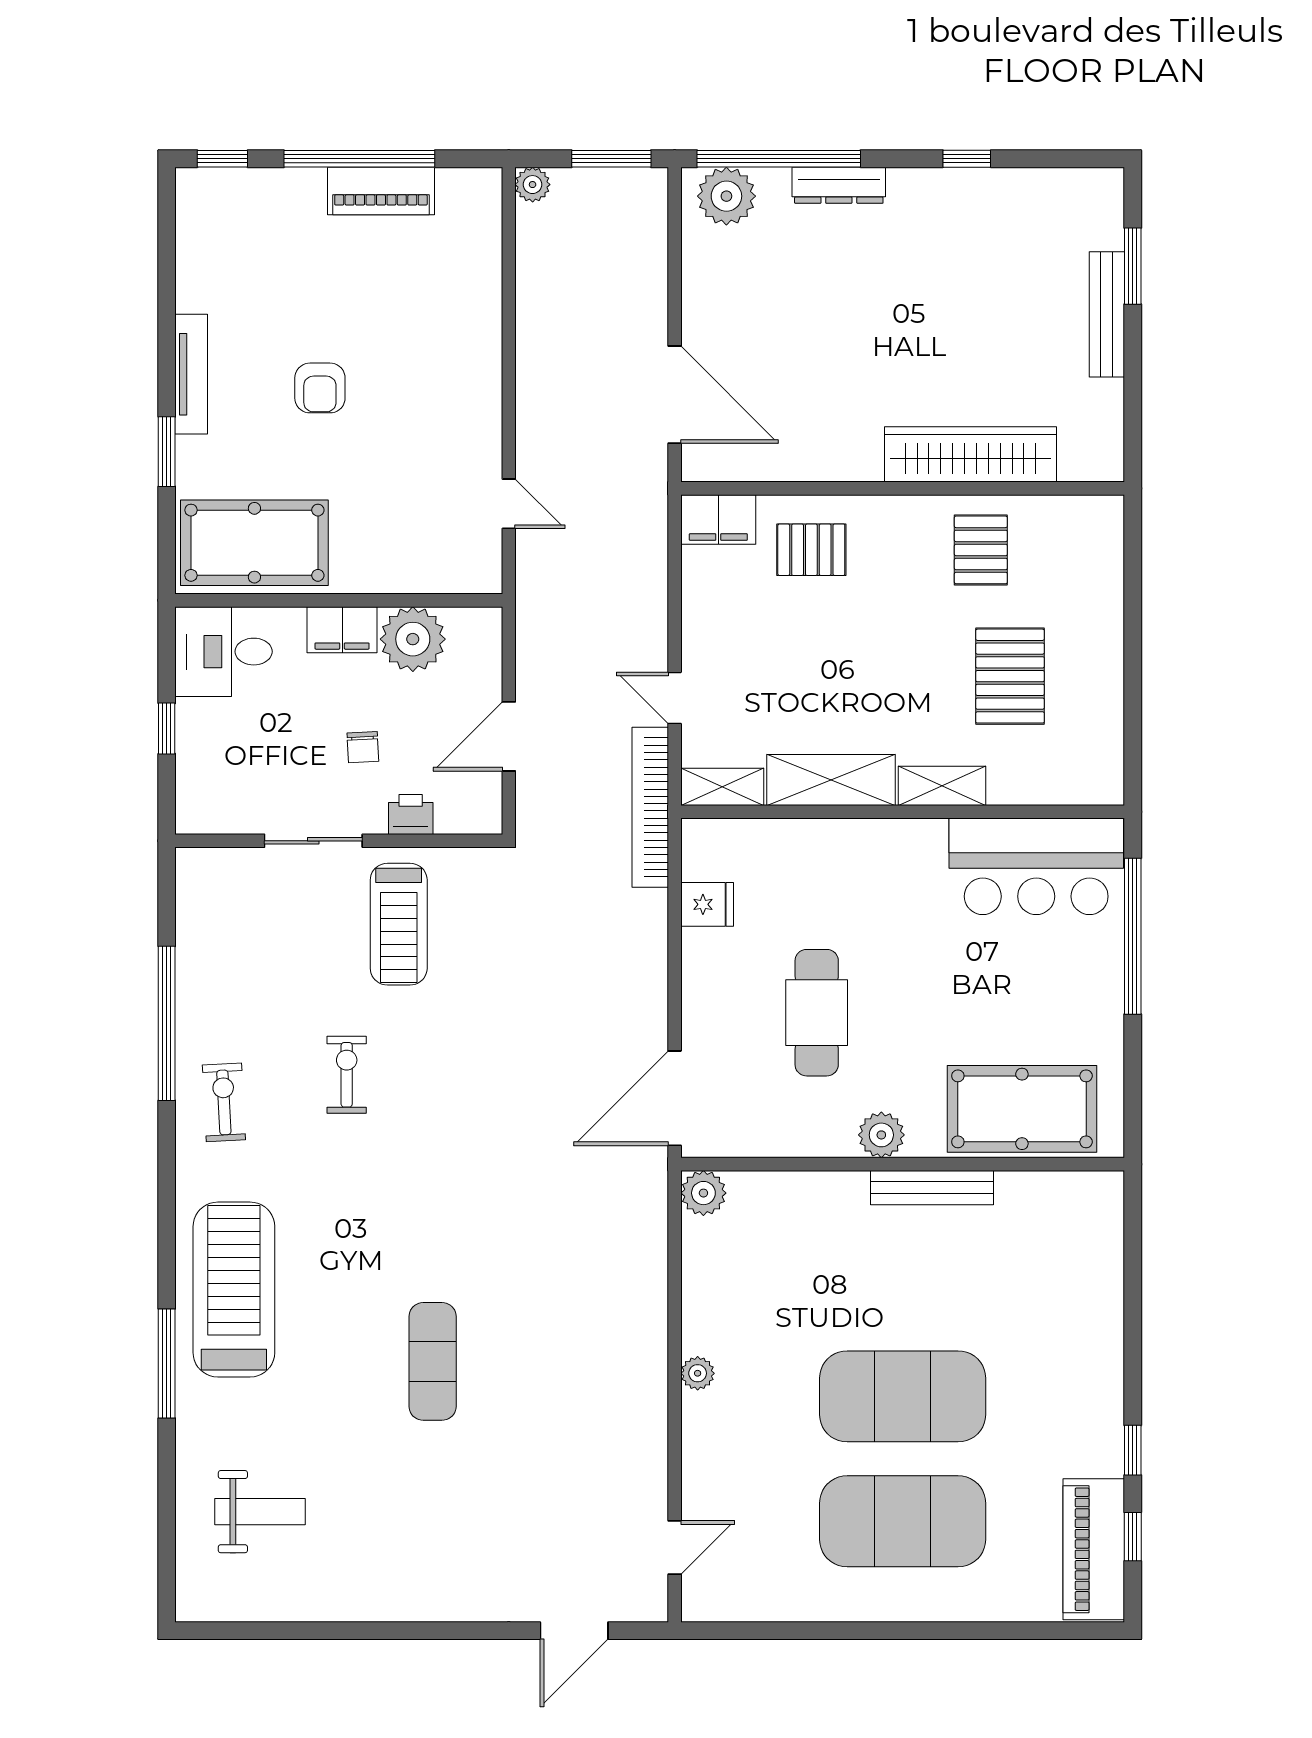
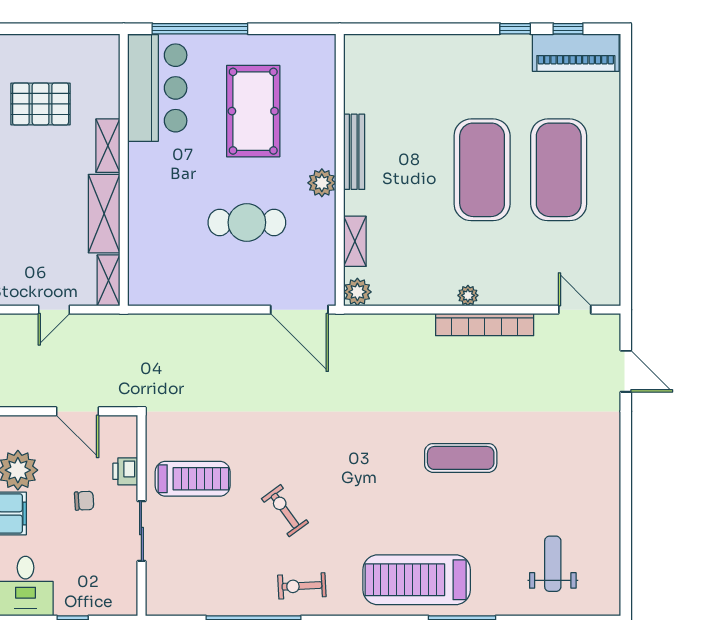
bookcase: (650, 807) -> (485, 325), moved
fridge: (707, 904) -> (180, 290), removed
exercise bike: (347, 1075) -> (285, 511), turned 54
pool table: (1022, 1109) -> (253, 111), moved
shelving: (786, 1189) -> (355, 241), added

